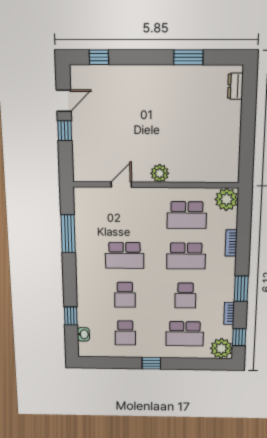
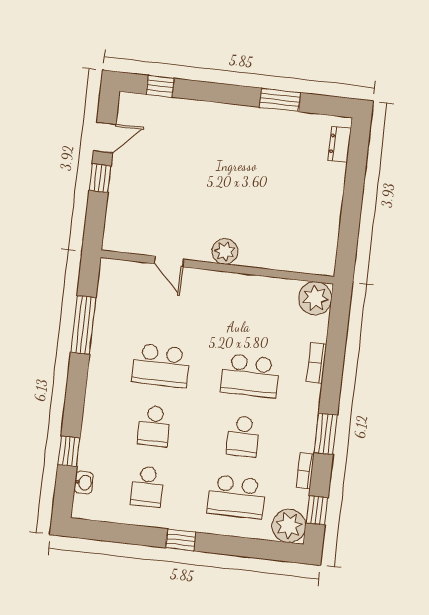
door: (121, 185) -> (169, 261), swing flipped
school desk: (187, 215) -> (257, 315), removed

